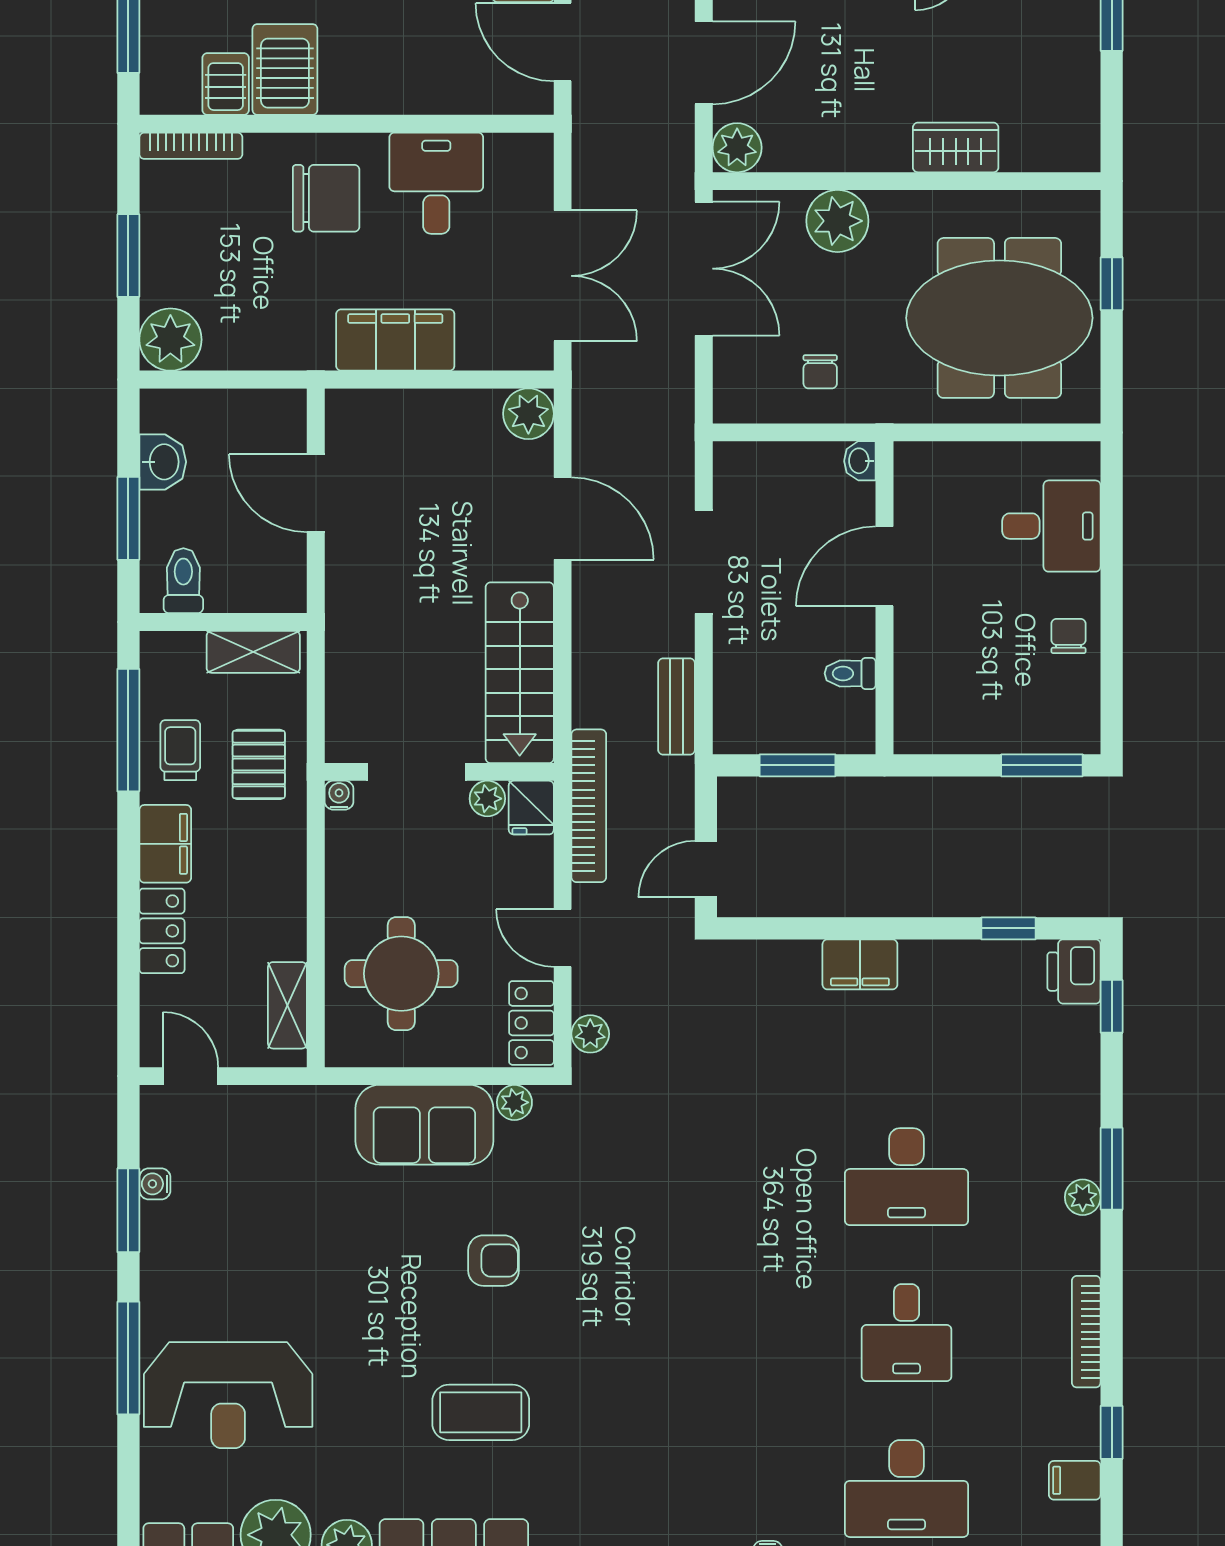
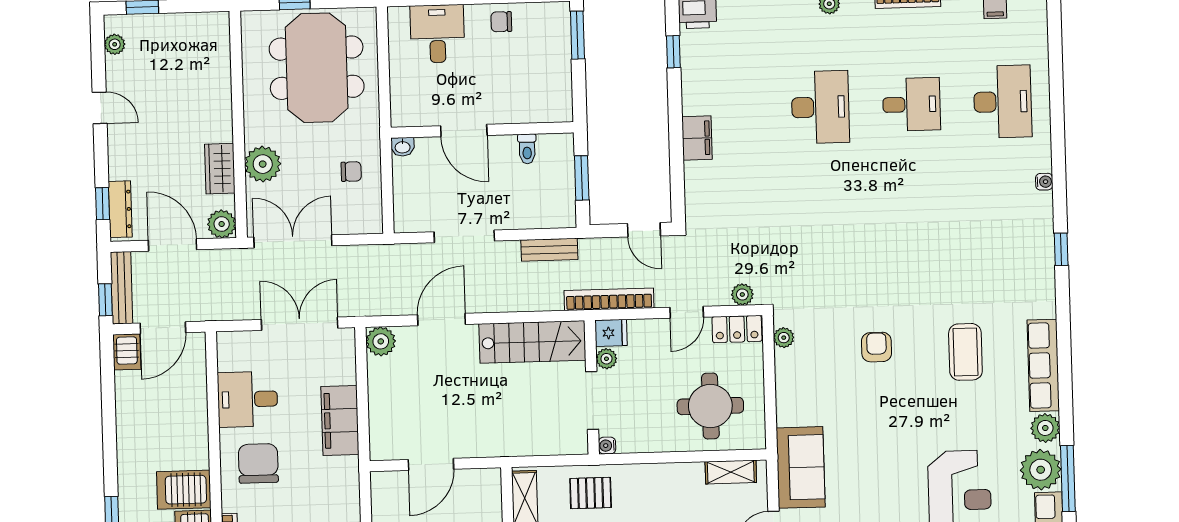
wardrobe: (956, 147) -> (220, 169), moved
sofa: (424, 1125) -> (801, 467), moved

